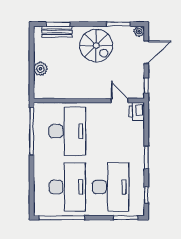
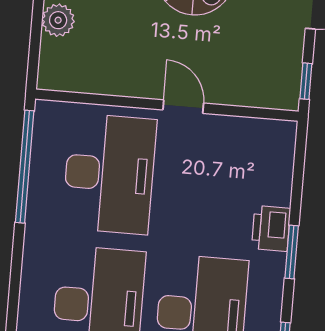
door: (120, 101) -> (183, 107), moved
printer: (137, 112) -> (271, 228), moved

